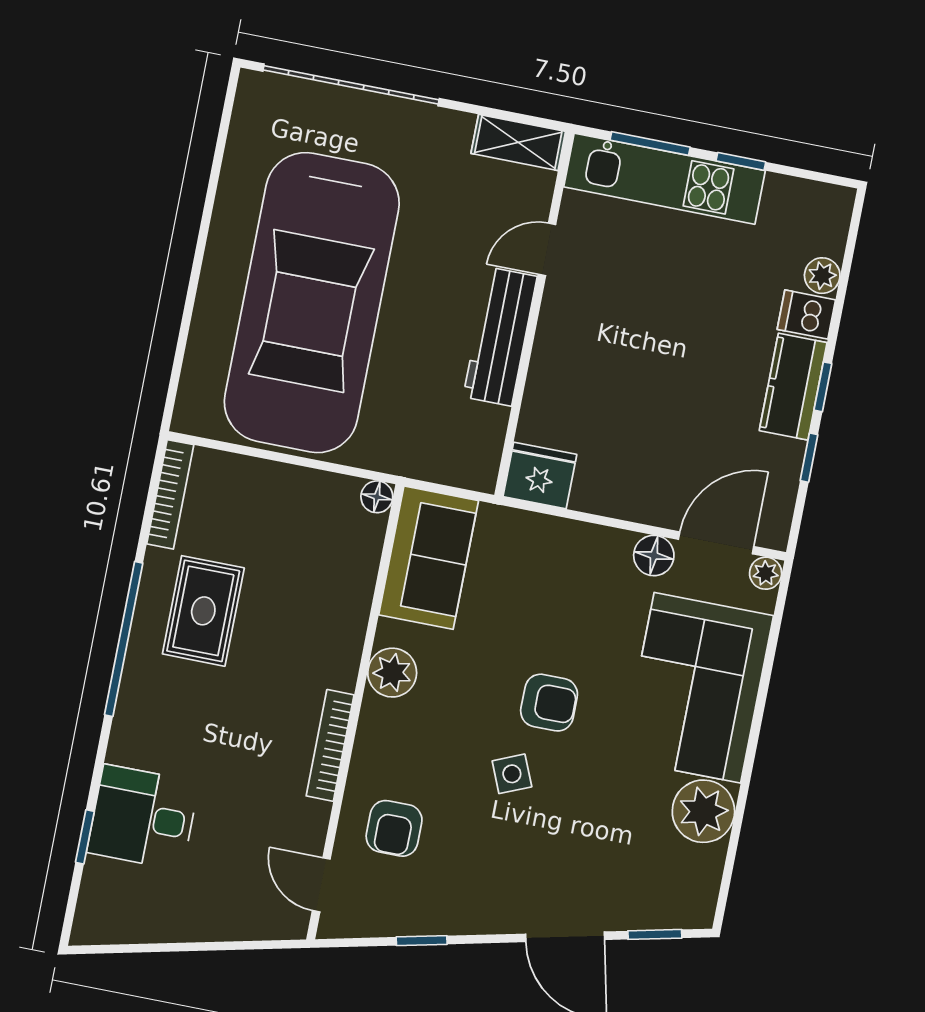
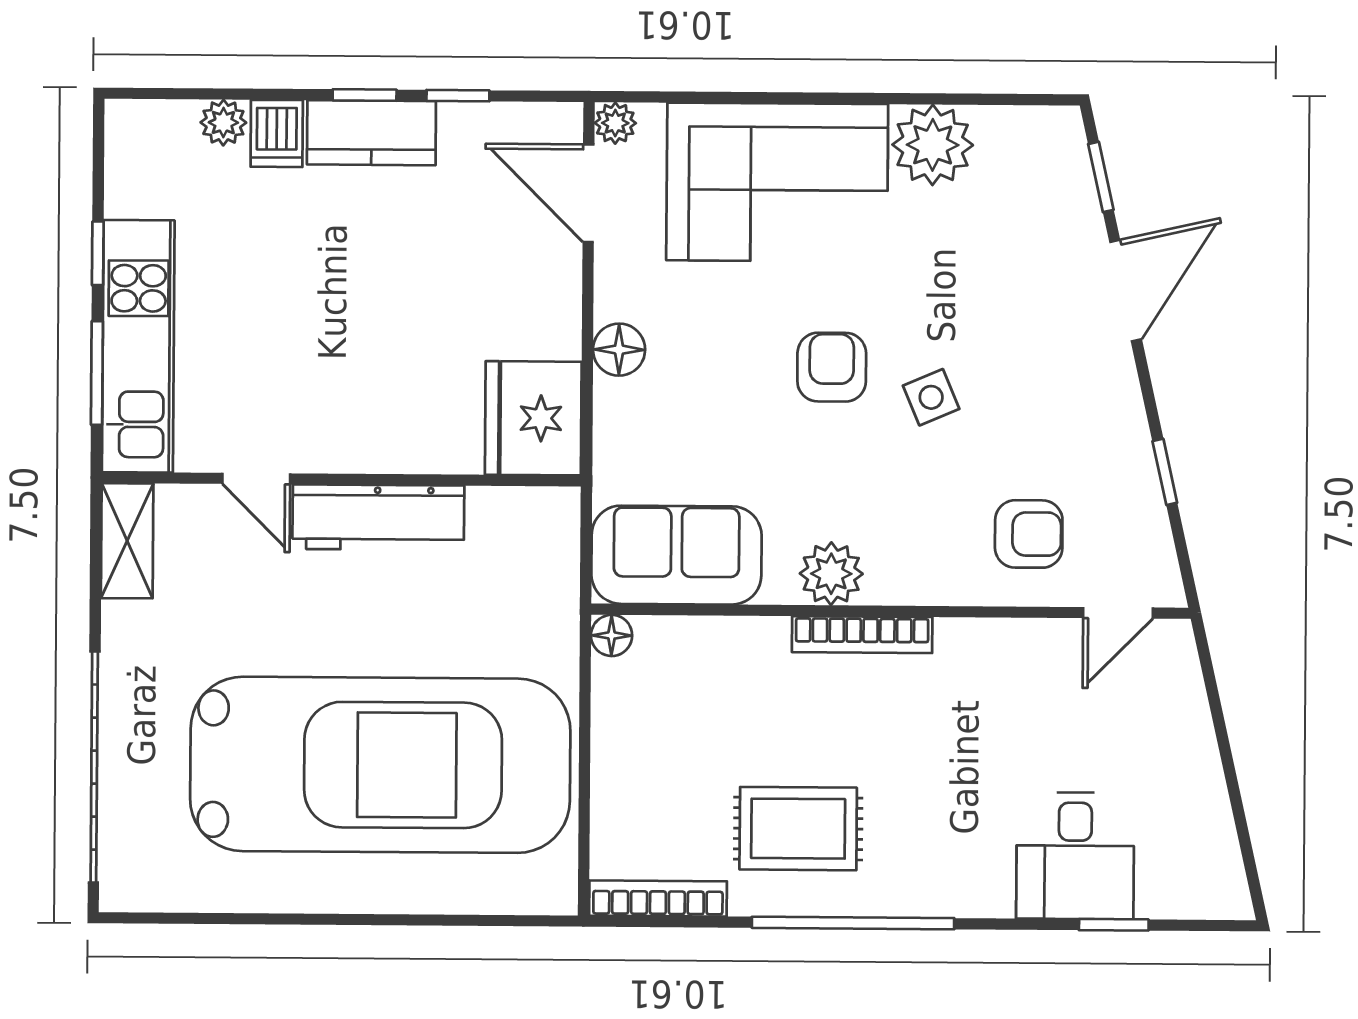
fridge: (540, 476) -> (533, 418), width x1.36, depth x1.34
floor lamp: (654, 555) -> (619, 350), moved
bookcase: (330, 745) -> (862, 635), moved

